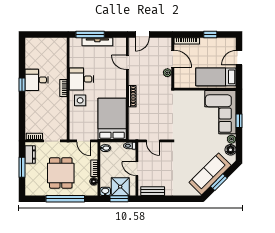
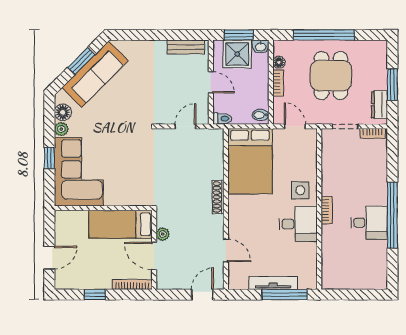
bed: (216, 77) -> (121, 224), moved, turned 180
window: (22, 85) -> (392, 215), width x3.17
door: (153, 141) -> (185, 126), hinge flipped

